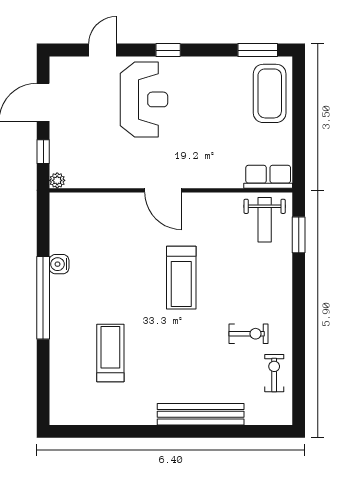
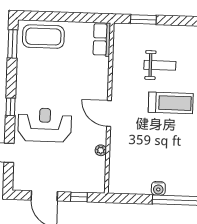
plant: (57, 180) -> (101, 150), moved
door: (163, 190) -> (109, 113), swing flipped
weight bench: (265, 220) -> (160, 65), moved

